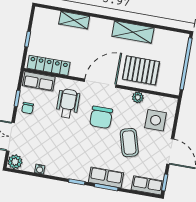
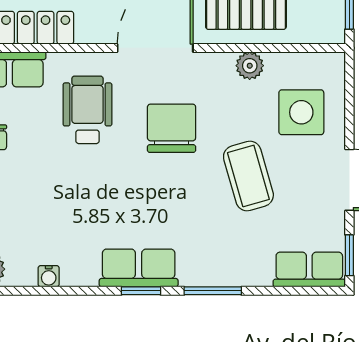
chair: (101, 117) -> (172, 128), turned 180
row of seats: (106, 177) -> (139, 268), moved

